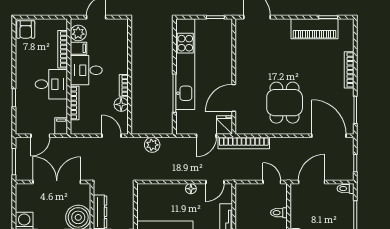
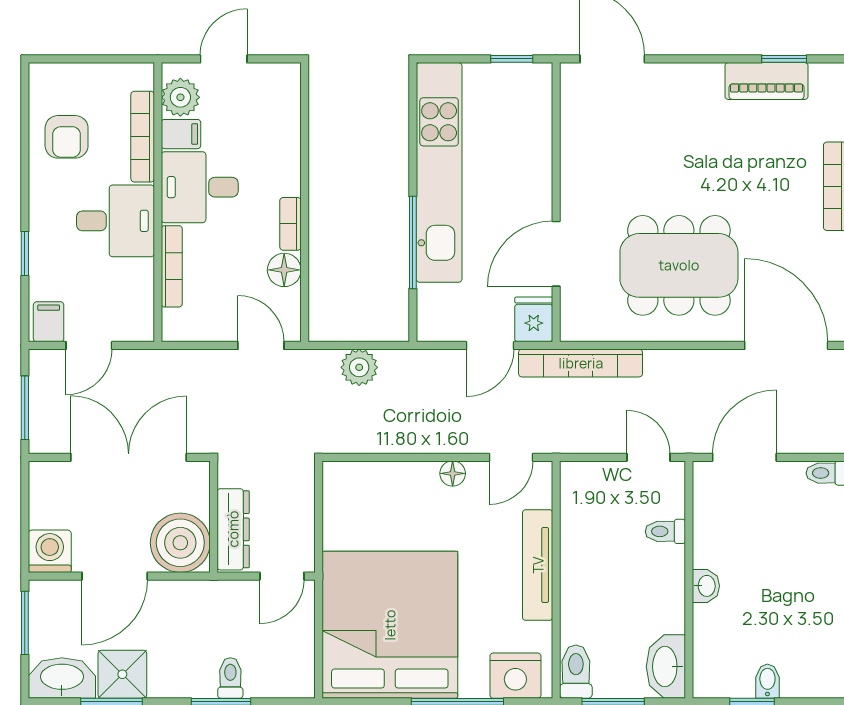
armchair: (26, 29) -> (67, 137), moved
piano: (315, 29) -> (767, 81), width x0.73, depth x0.75
dining table: (285, 103) -> (679, 265), width x1.37
filing cabinet: (61, 126) -> (49, 322), moved

